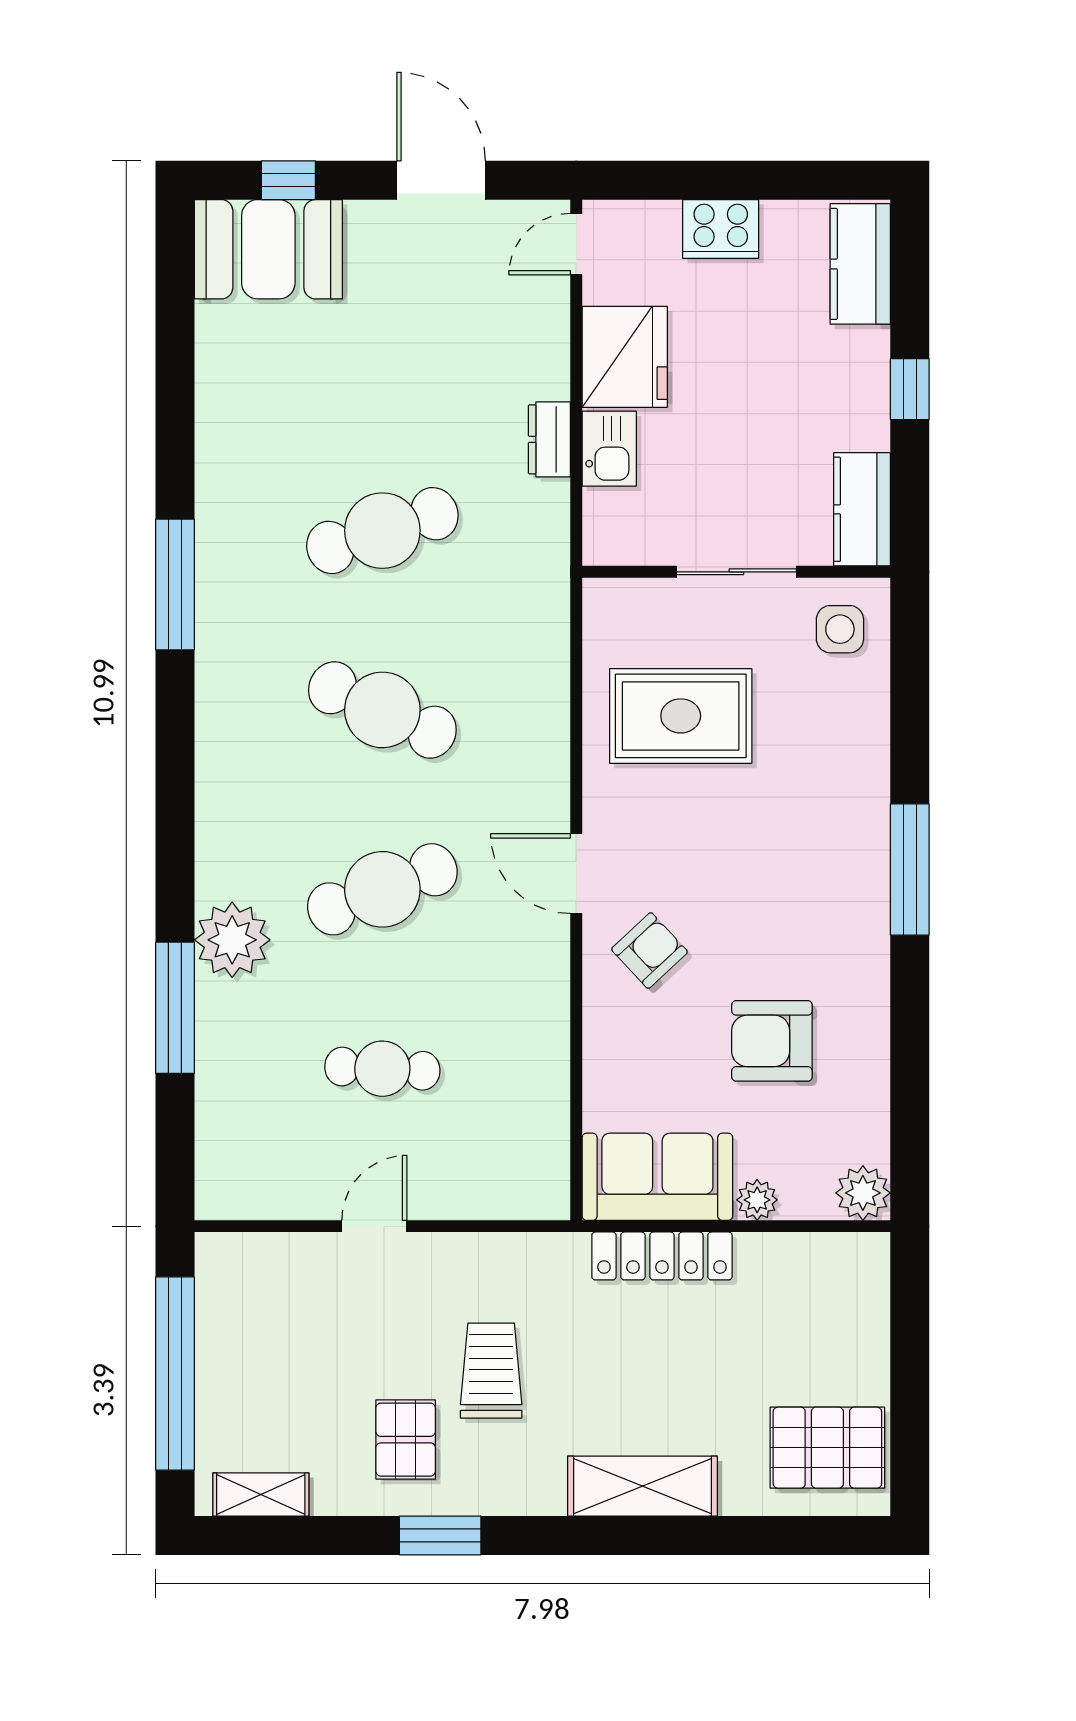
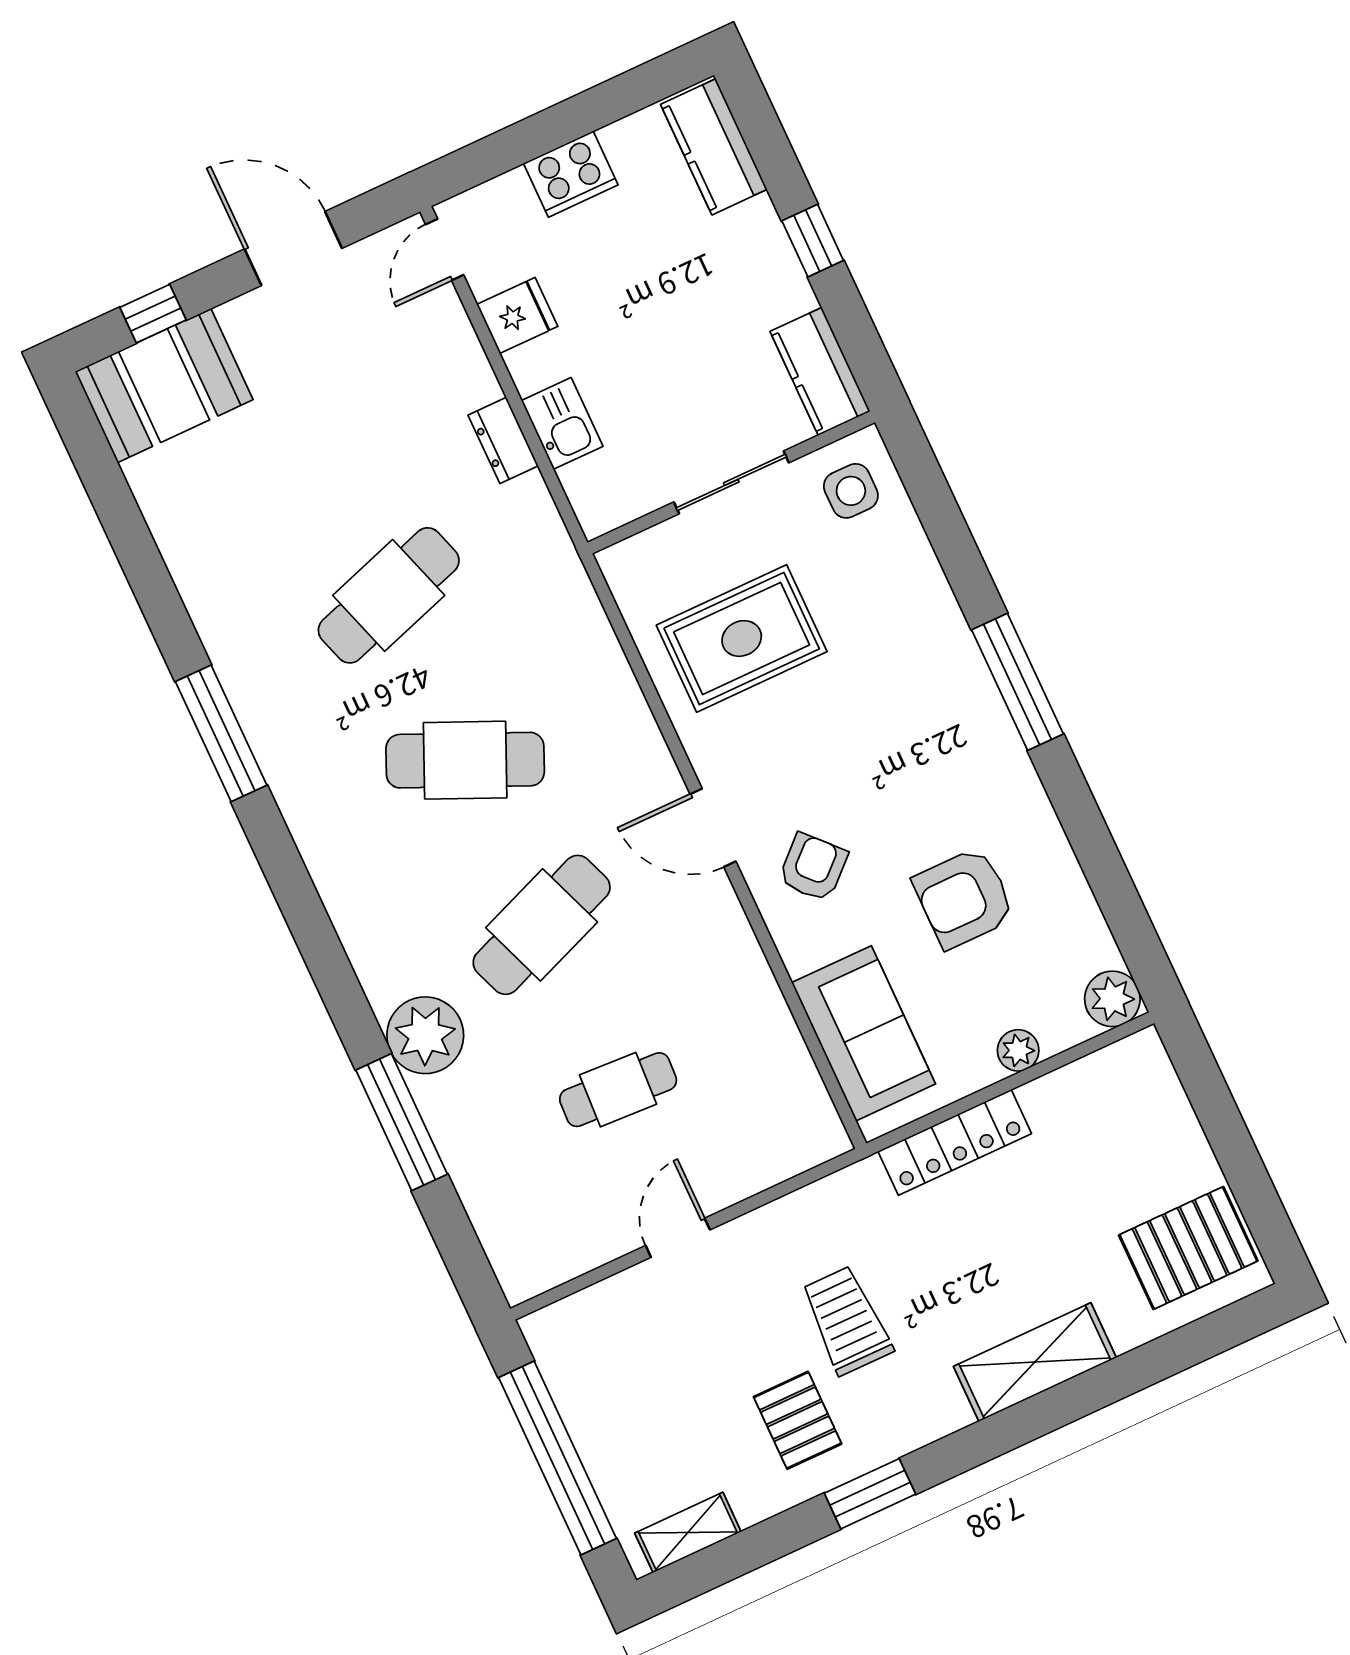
fridge: (625, 357) -> (517, 315), width x0.53, depth x0.75
sofa: (657, 1177) -> (864, 1033), moved, turned 90

